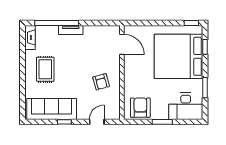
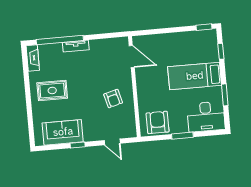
bed: (178, 56) -> (195, 76), width x0.49
rug: (45, 69) -> (52, 90), turned 90
sofa: (52, 109) -> (63, 132), width x0.73
door: (97, 122) -> (112, 142), swing flipped

